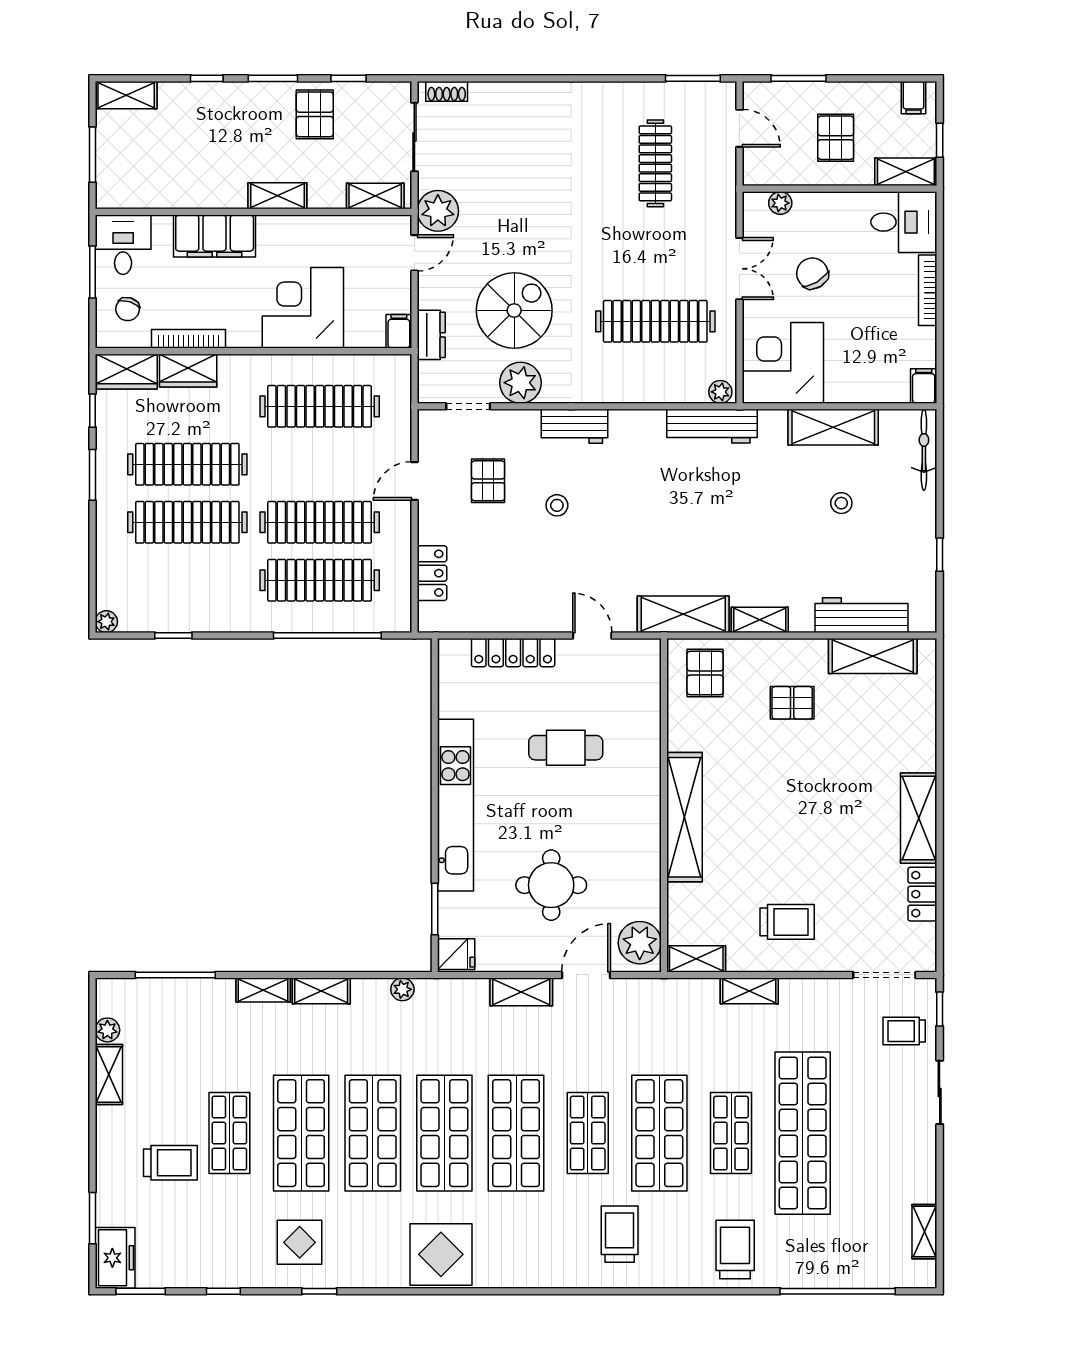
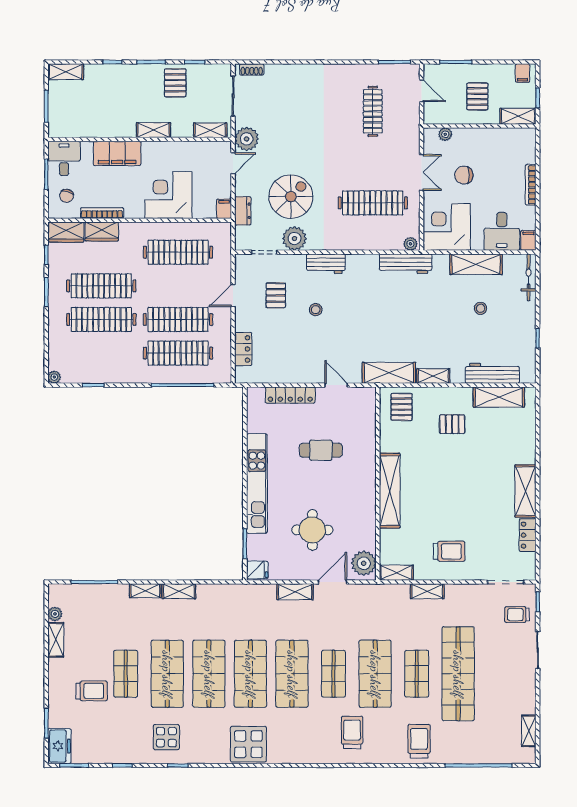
desk: (904, 222) -> (502, 231), moved, turned 90
chair: (812, 273) -> (464, 175), turned -59
plant: (402, 989) -> (226, 590), removed

